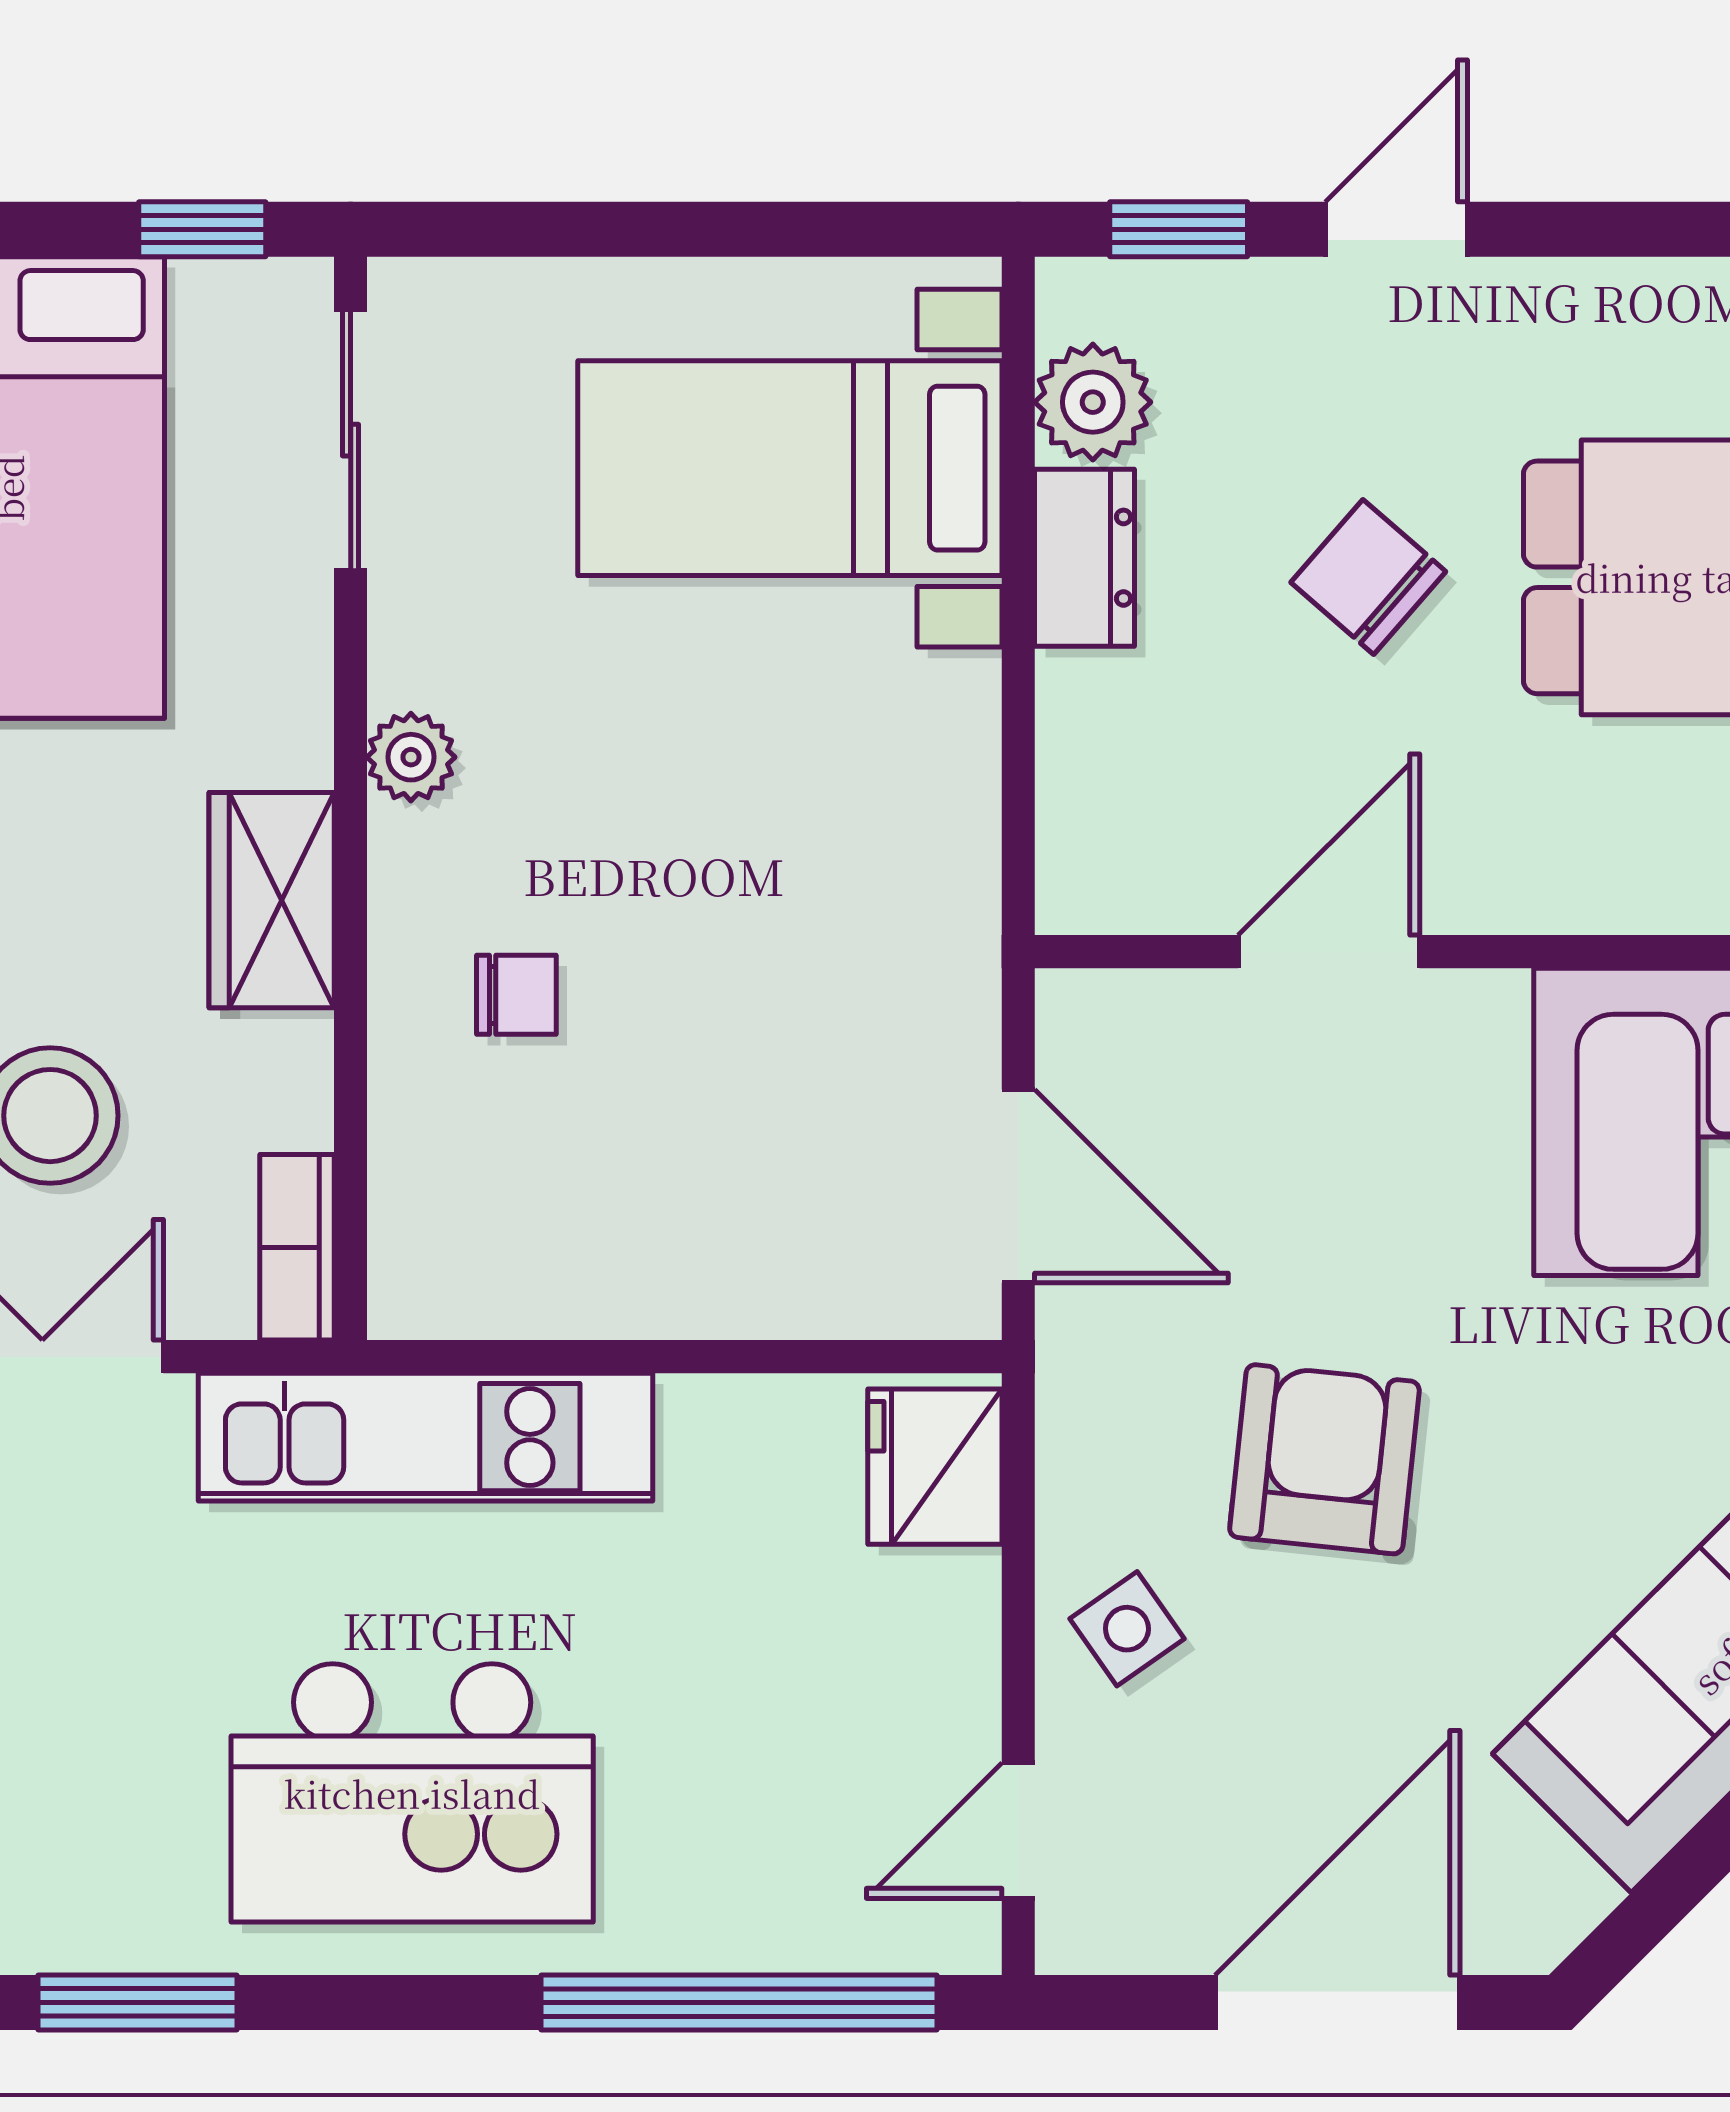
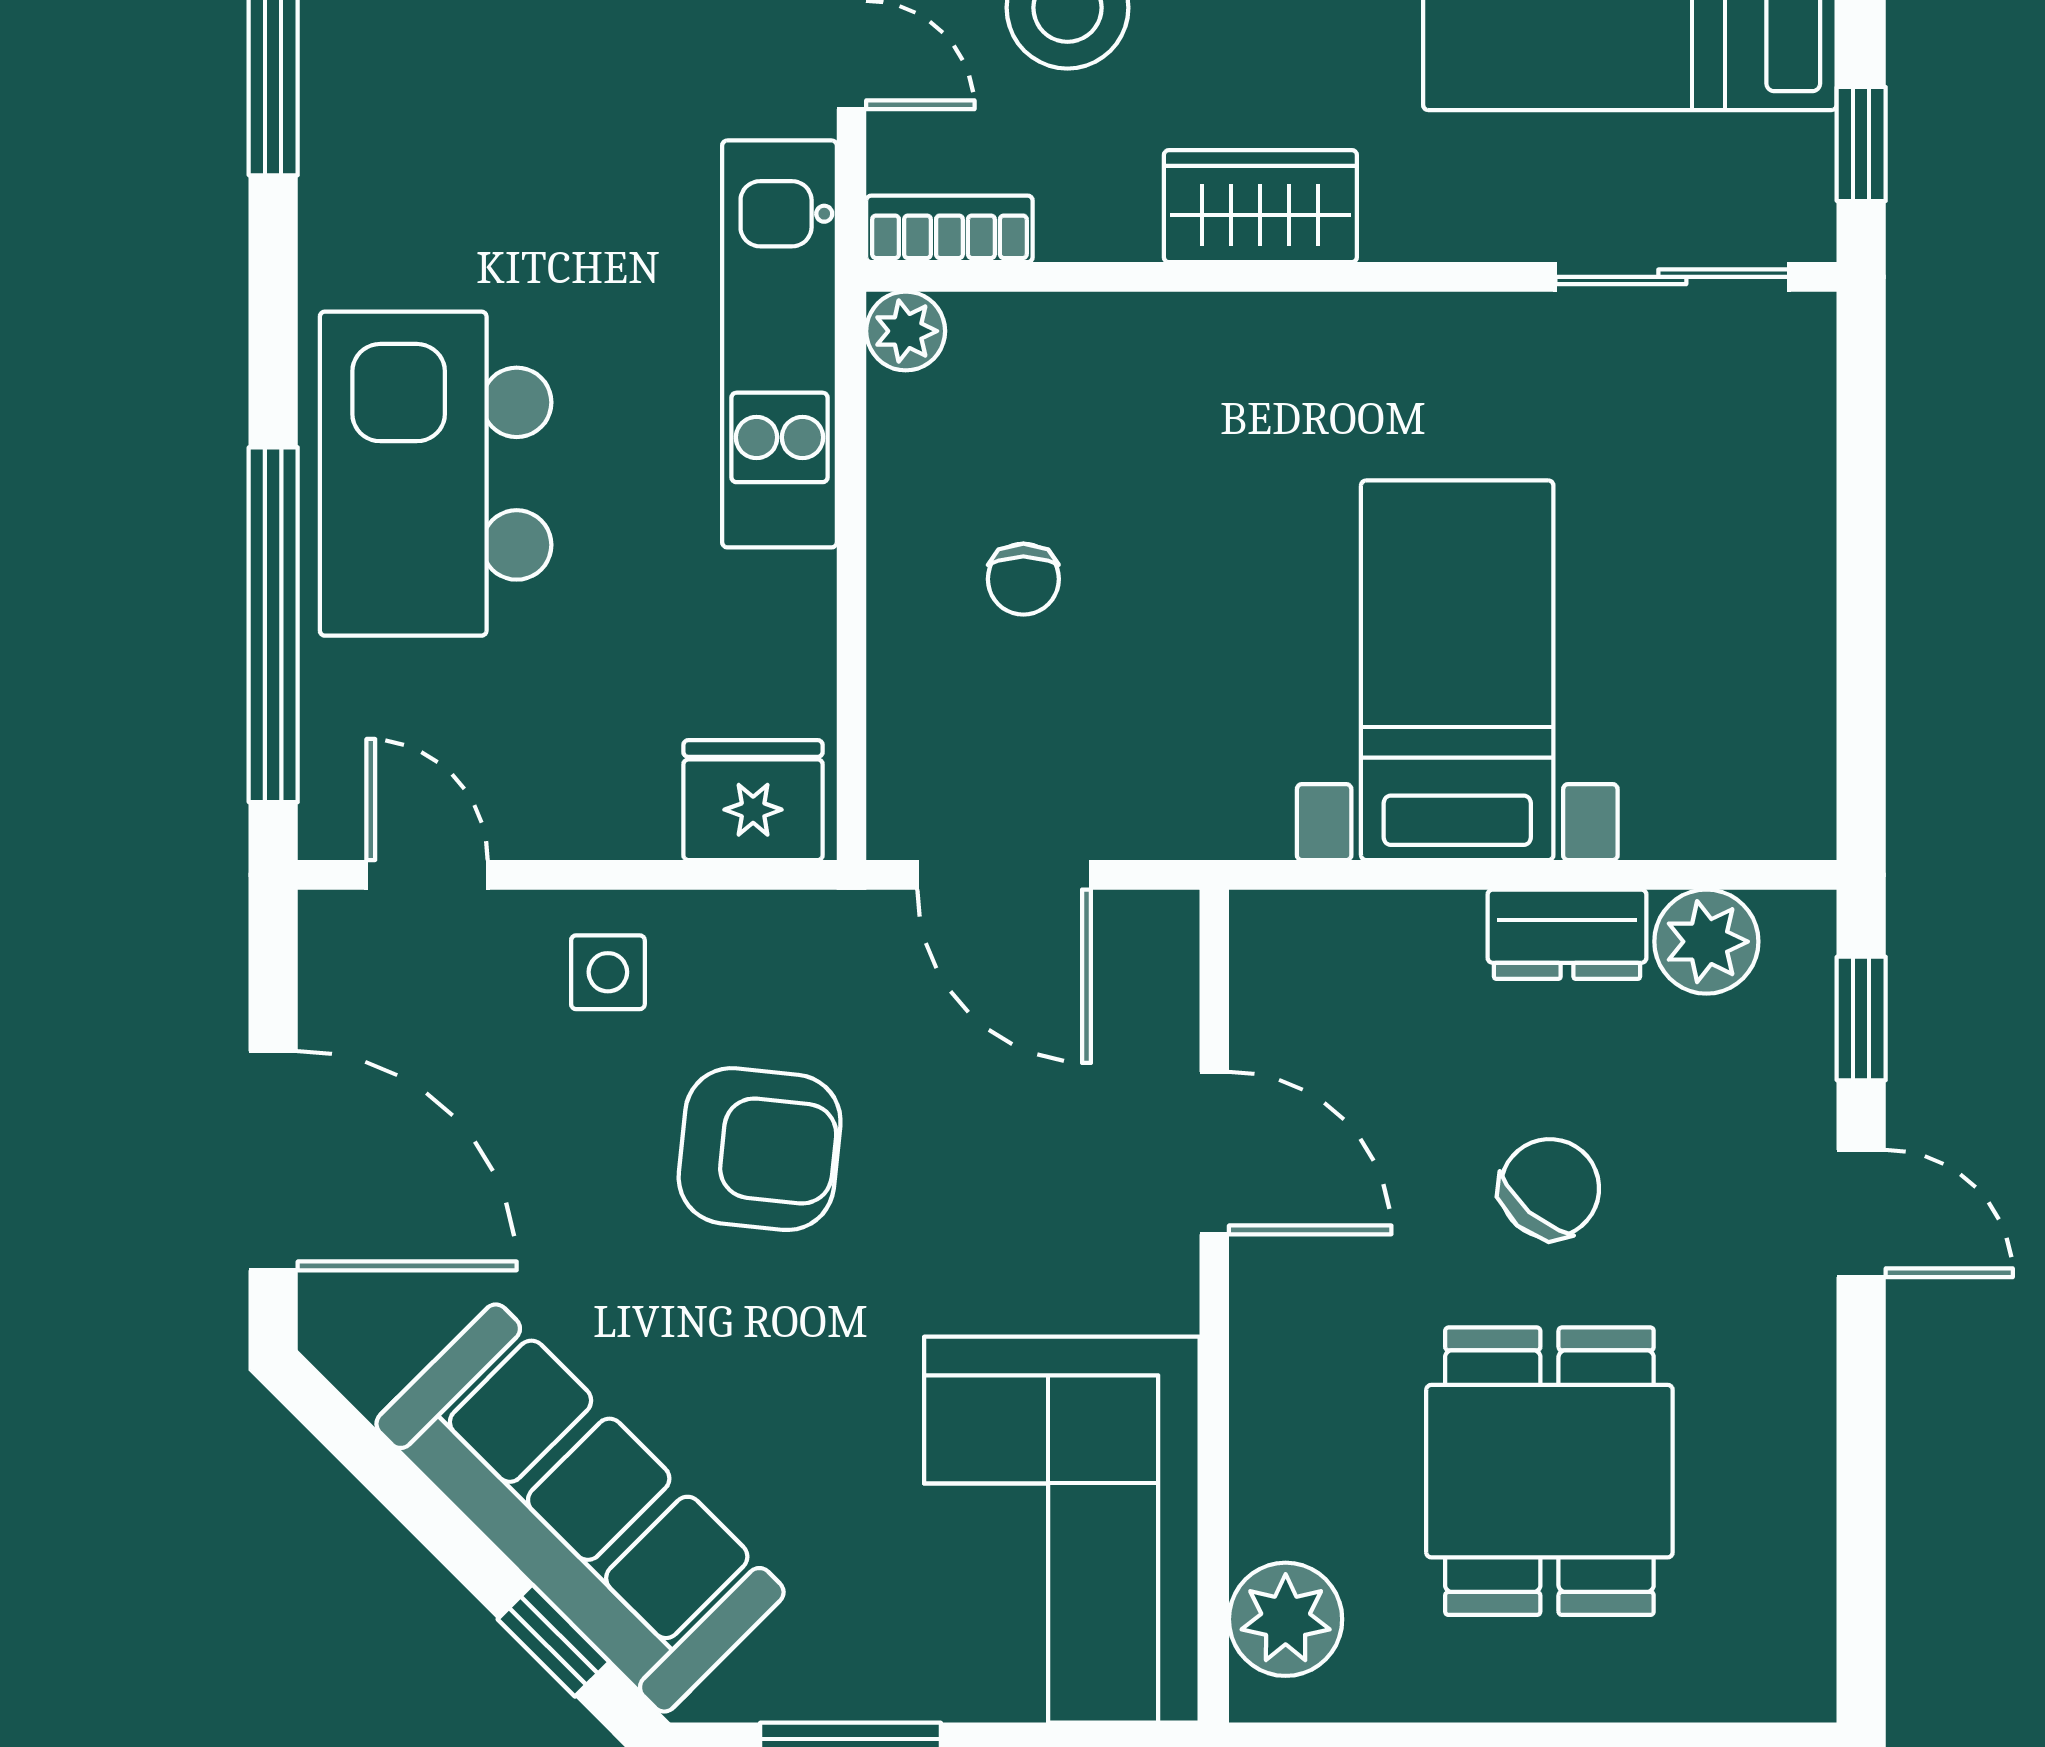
bed with nightstands: (790, 468) -> (1457, 670), moved
plant: (411, 757) -> (906, 331), moved
chair: (516, 995) -> (1023, 579), moved
door: (1018, 1186) -> (1004, 875), hinge flipped
side table: (1127, 1629) -> (608, 972), turned 35
kitchen island: (412, 1793) -> (436, 474), moved

